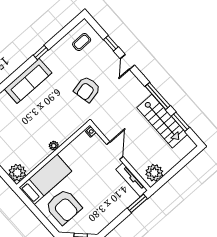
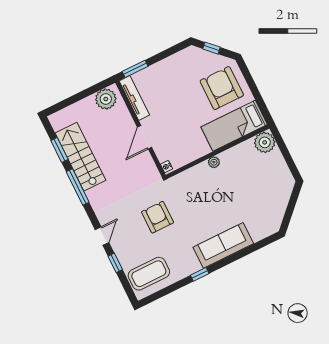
coffee table: (82, 42) -> (149, 274), width x1.86, depth x1.72
armchair: (87, 89) -> (157, 217), turned -78

